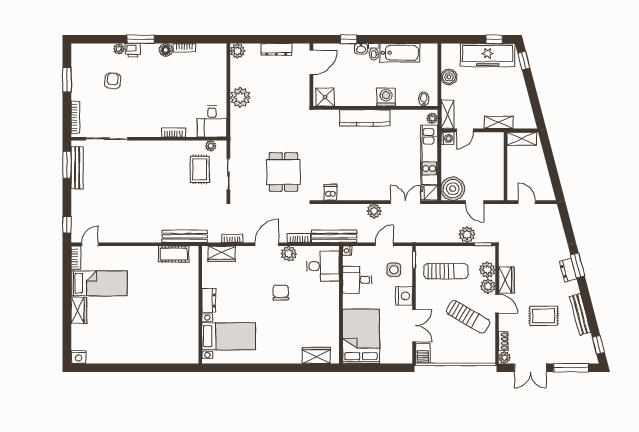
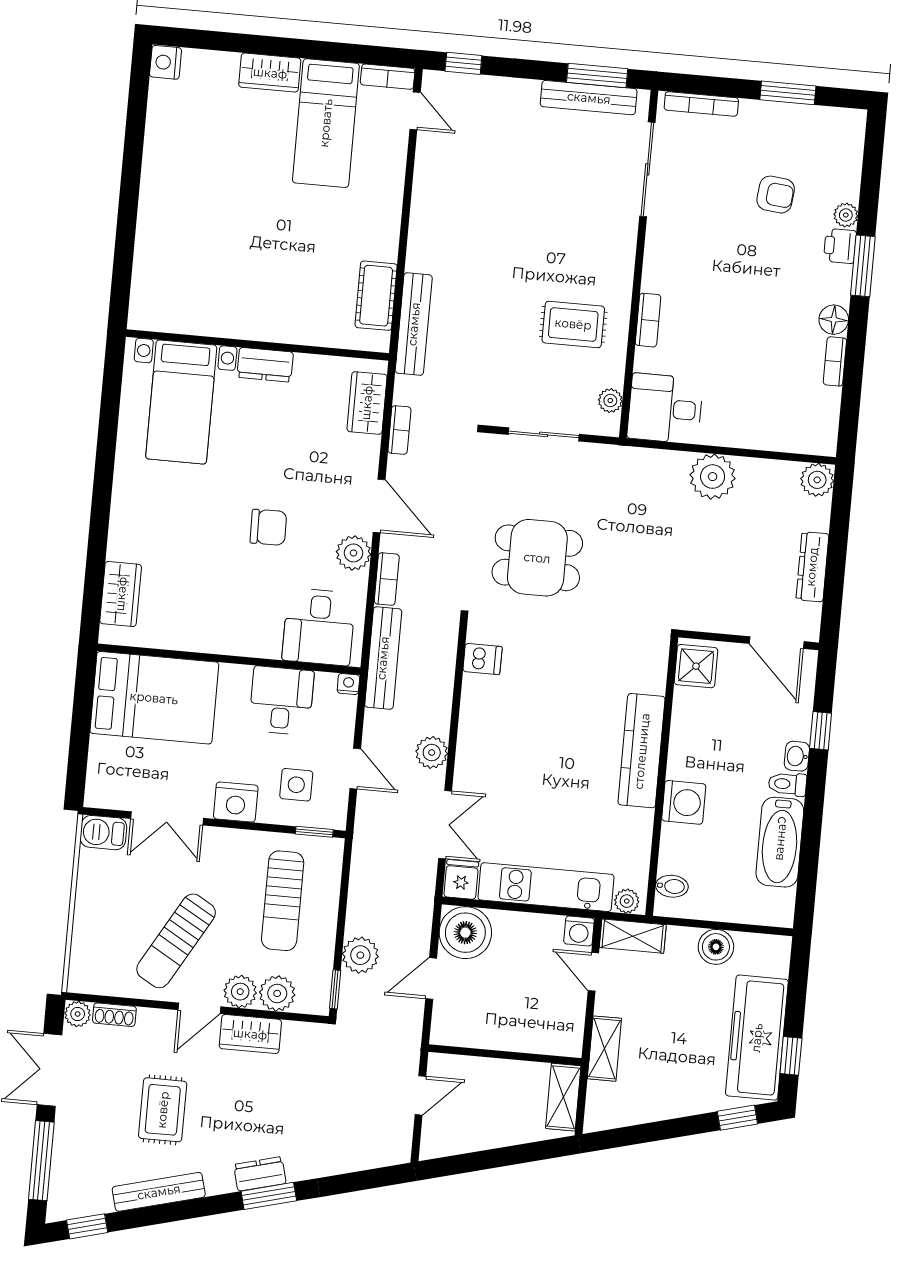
rug: (200, 169) -> (573, 324), moved

